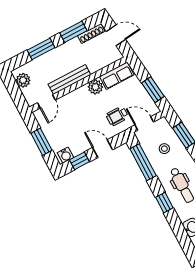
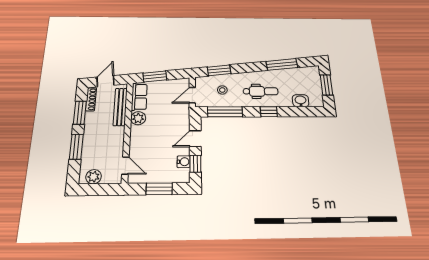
bench: (69, 79) -> (120, 107), moved
window: (153, 90) -> (155, 76), moved
wheelchair: (117, 116) -> (174, 113), removed
water cooler: (66, 155) -> (184, 162), moved

